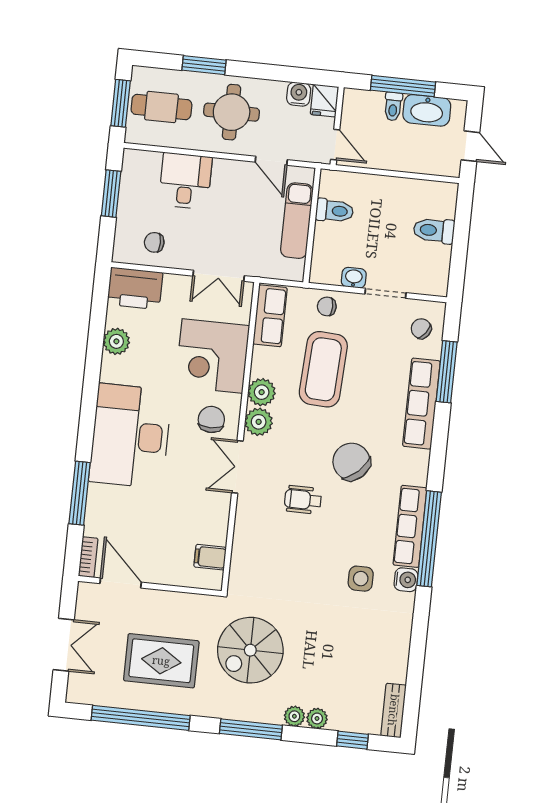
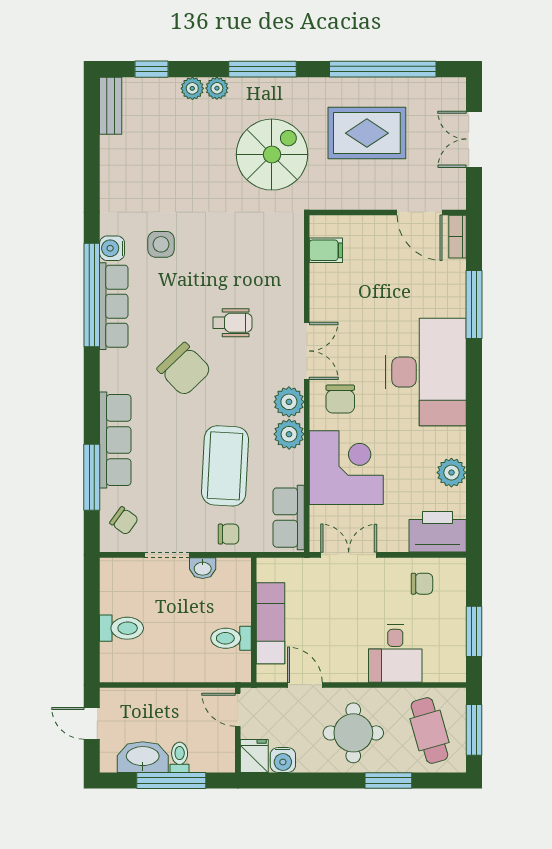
cafe table: (161, 107) -> (429, 731), turned 74

